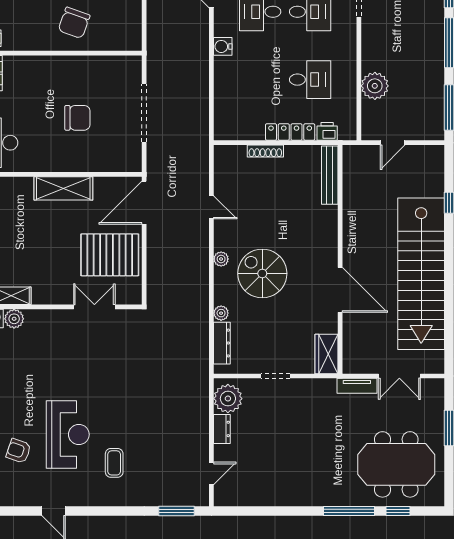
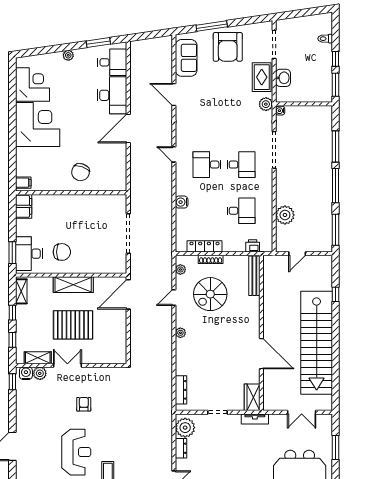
water cooler: (223, 46) -> (182, 202), moved
chair: (77, 118) -> (62, 252), moved
locker: (290, 132) -> (204, 246), moved
door: (211, 207) -> (174, 298), swing flipped
pallet: (110, 255) -> (73, 325), moved
spiral stairs: (262, 273) -> (210, 294), moved, turned -90
double door: (94, 307) -> (67, 365), moved
plant: (221, 313) -> (180, 269), moved
tv unit: (357, 386) -> (255, 419), moved
armchair: (19, 451) -> (84, 404), moved, turned 71

